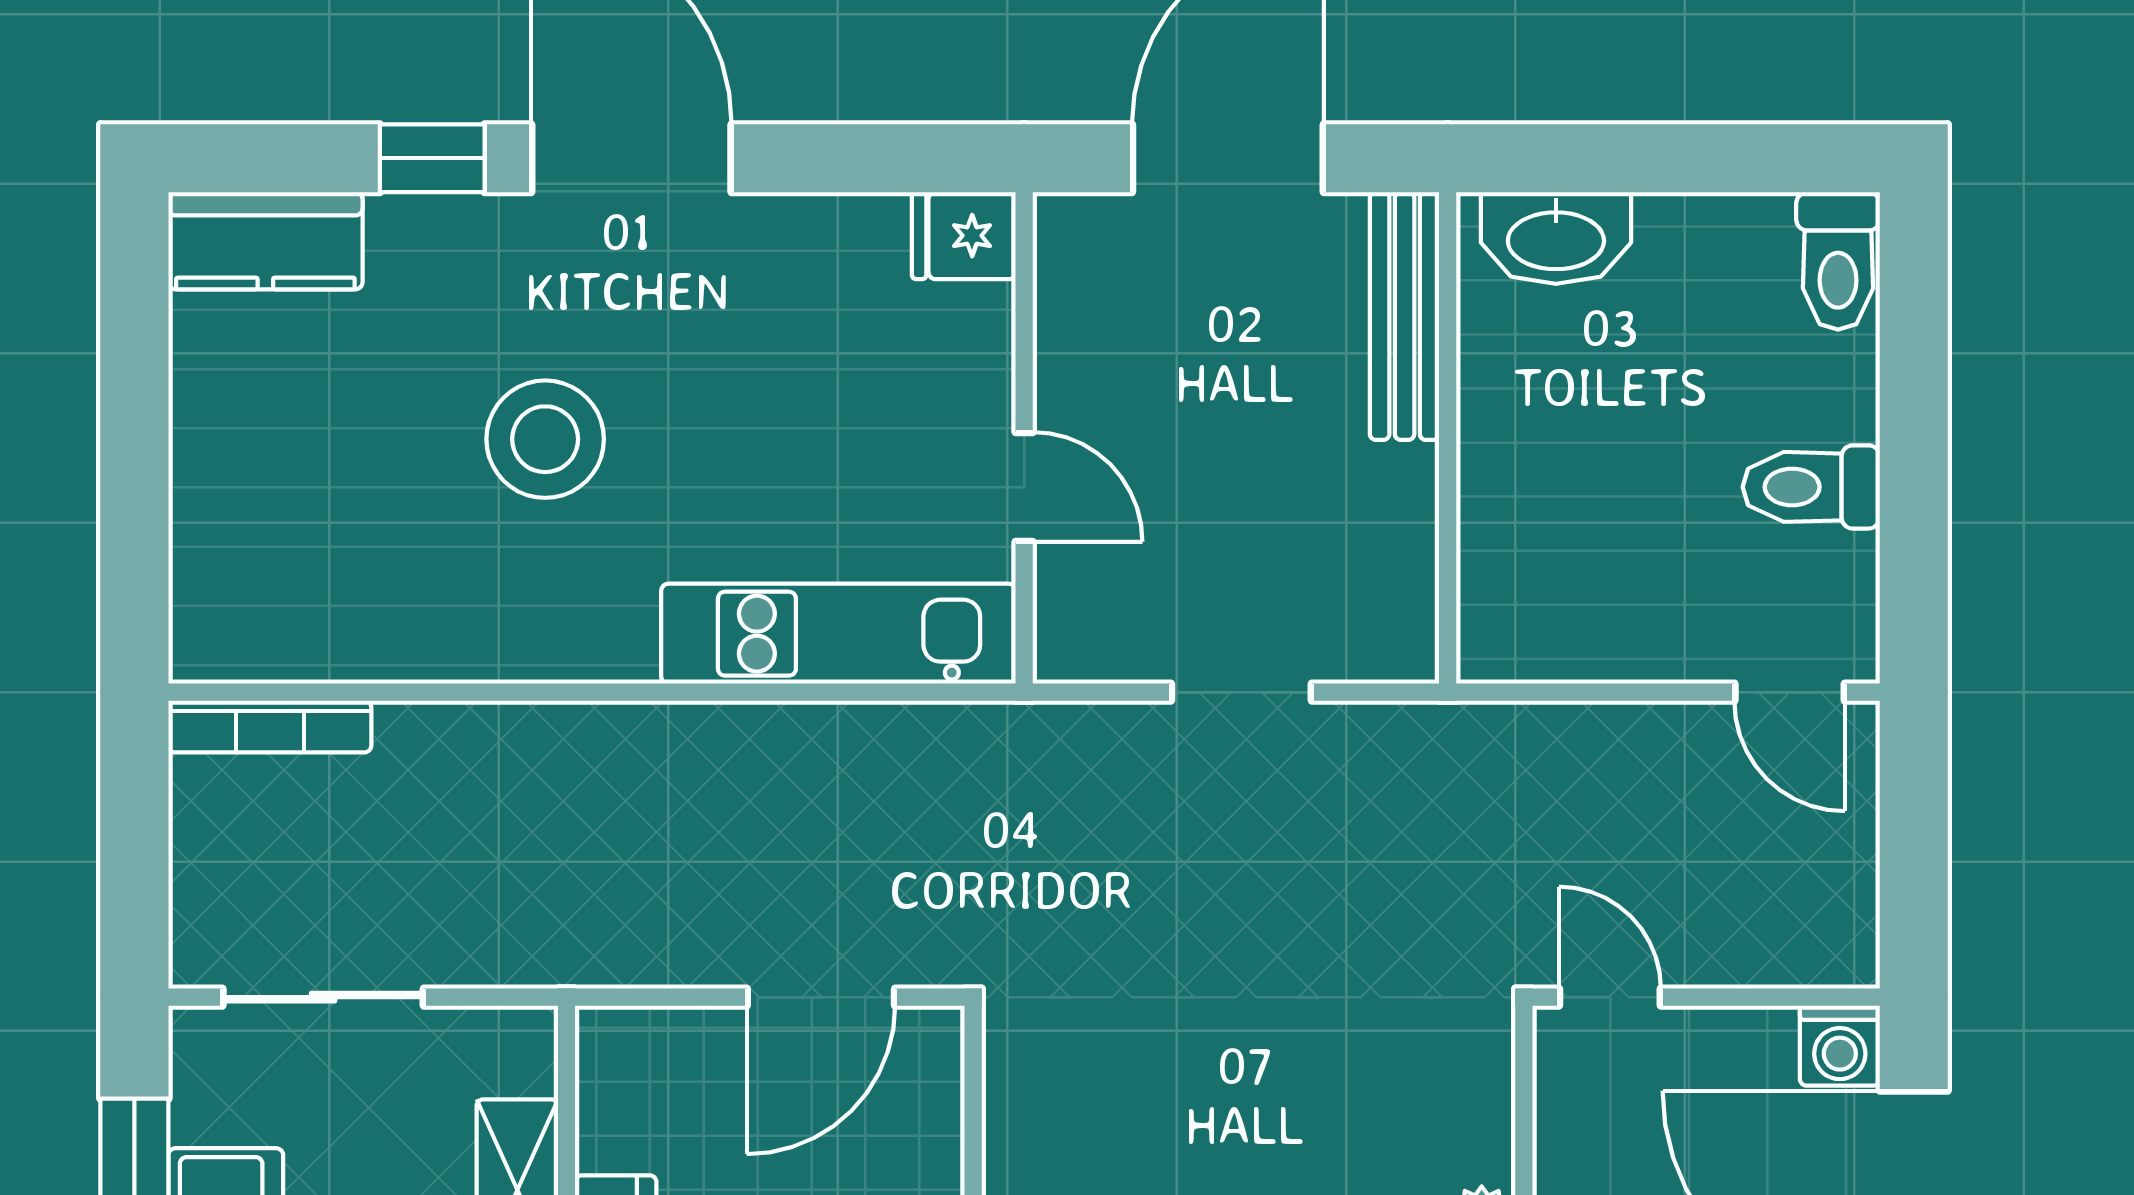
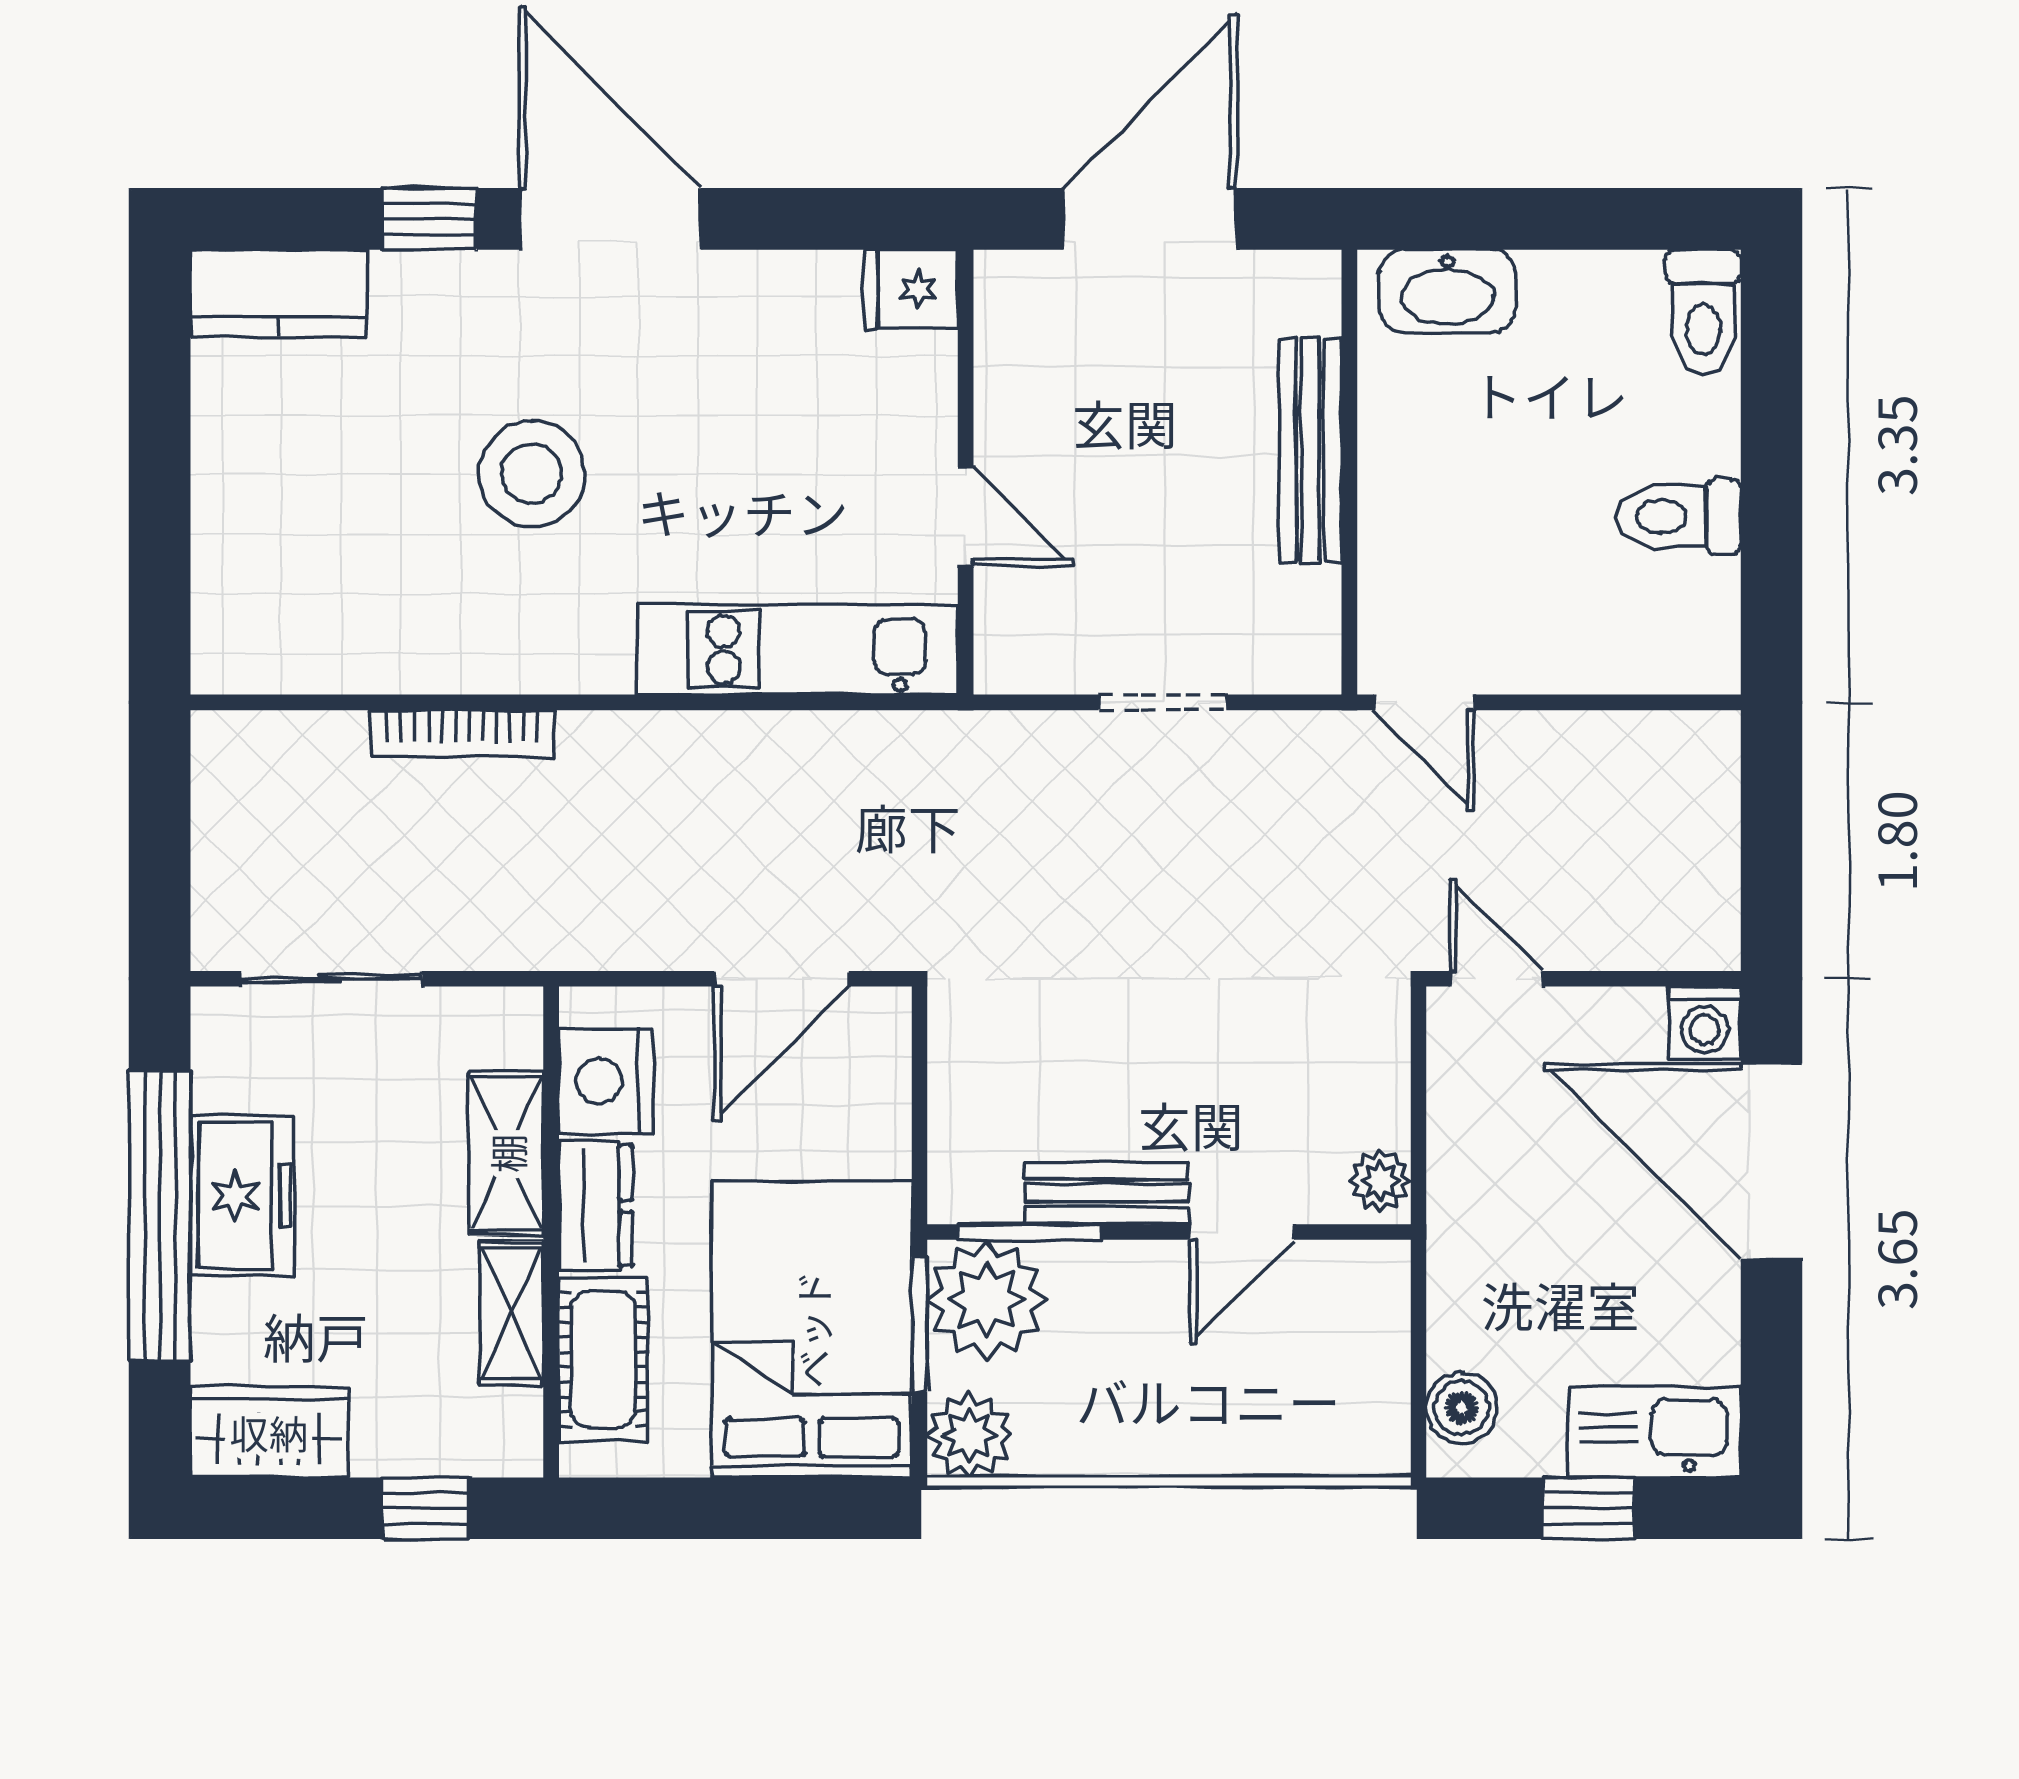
bench: (1405, 316) -> (1310, 450), moved
door: (1790, 692) -> (1424, 702), moved
bookcase: (270, 727) -> (462, 734), moved
nightstand: (627, 1110) -> (606, 1081), added

